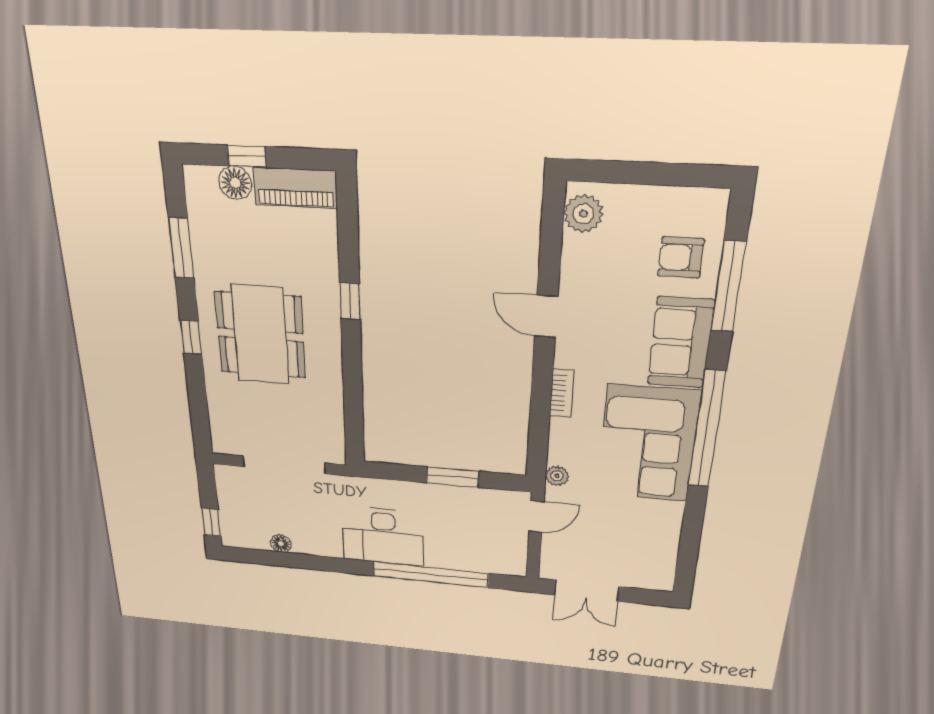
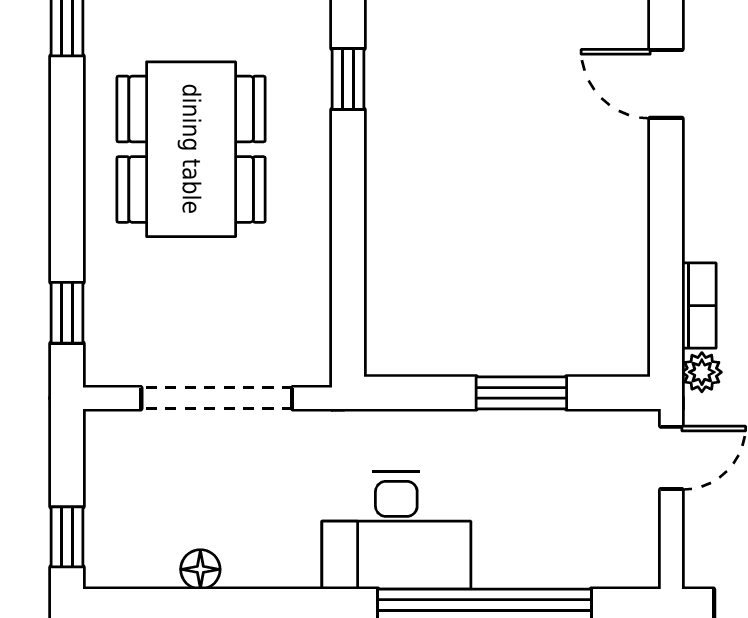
window: (191, 337) -> (67, 313), moved
bookcase: (562, 393) -> (699, 306), moved

